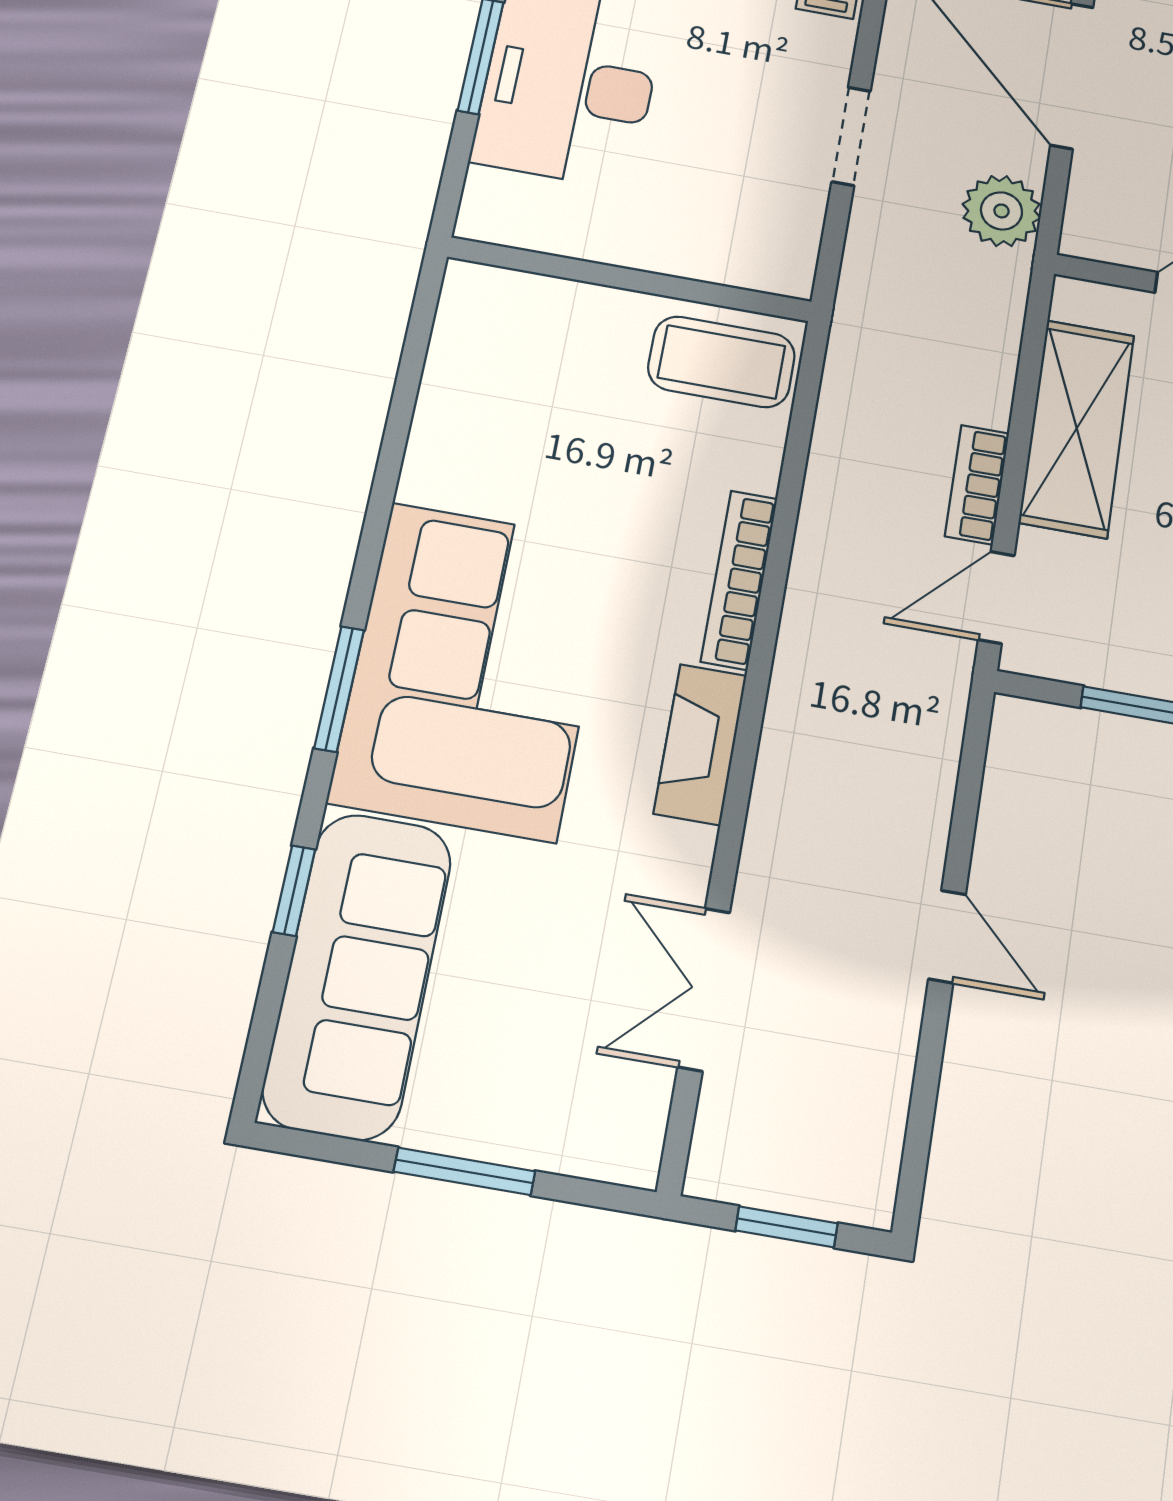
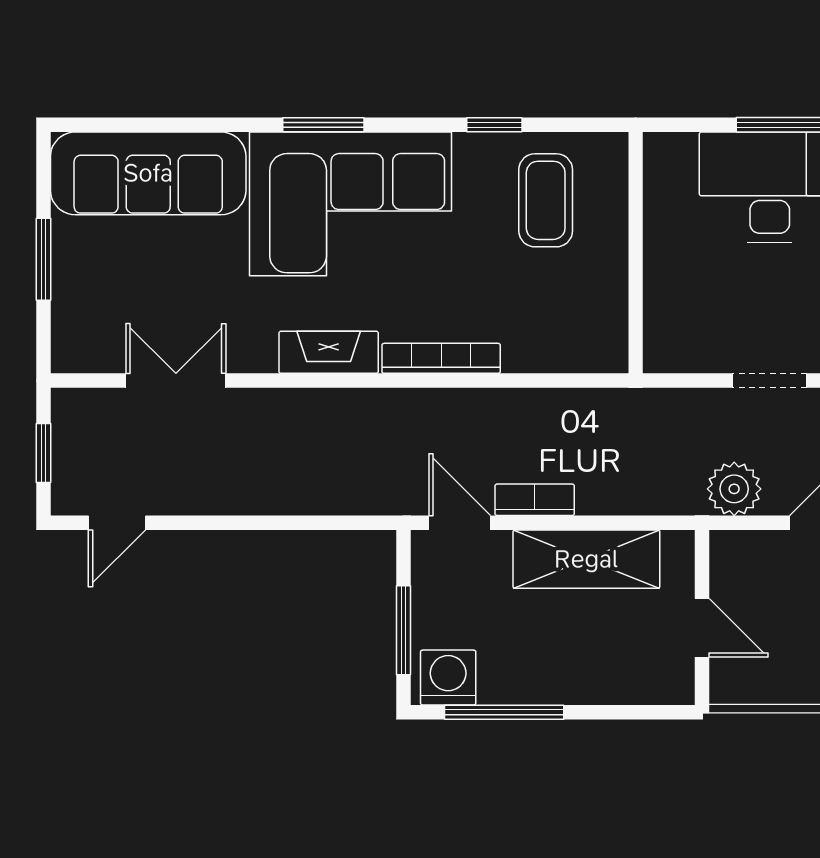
coffee table: (721, 362) -> (546, 200), moved
window: (294, 891) -> (494, 125), moved
door: (947, 937) -> (117, 523), moved

